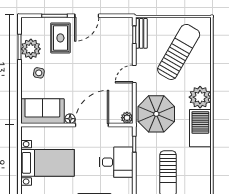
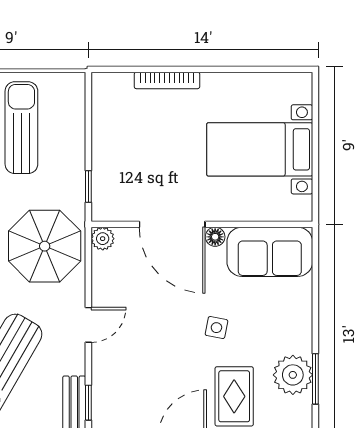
side table: (39, 73) -> (216, 328), moved
door: (92, 125) -> (172, 224), hinge flipped
desk: (116, 162) -> (123, 151), removed

